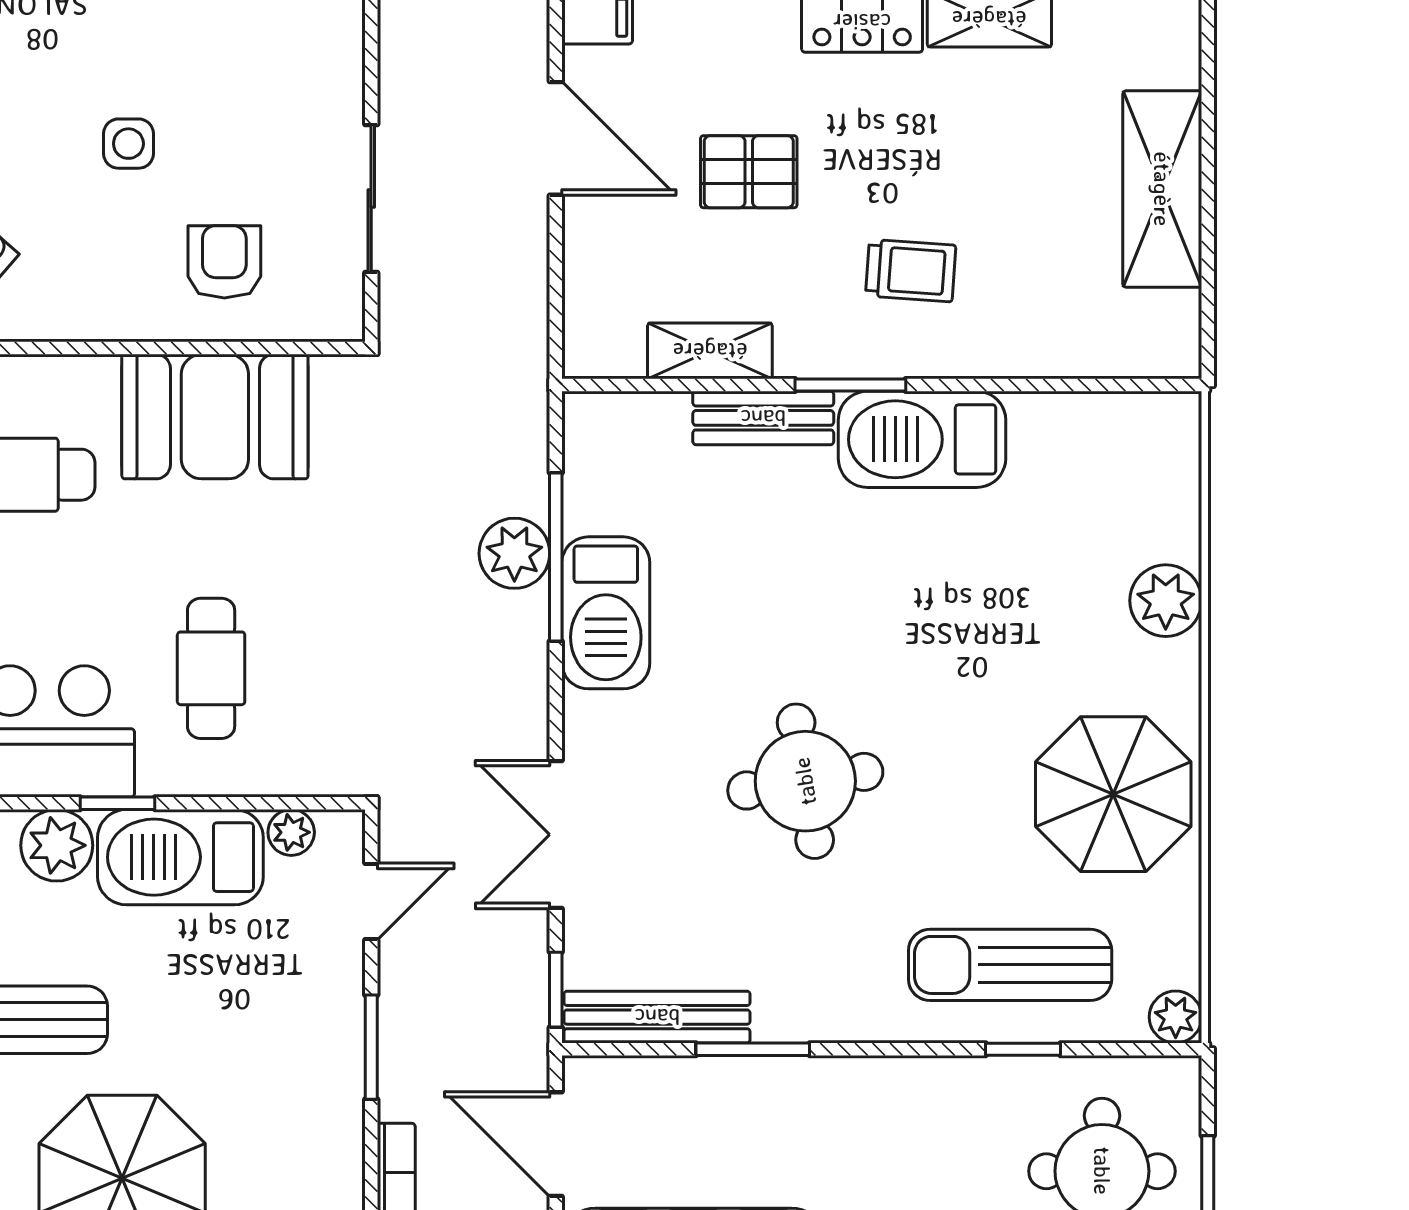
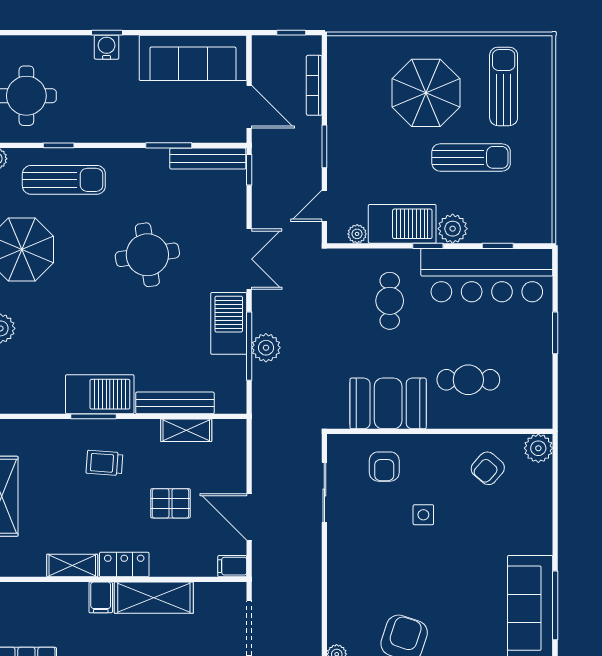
window: (850, 385) -> (94, 416), moved
bench: (763, 418) -> (175, 403), width x1.36
double door: (556, 835) -> (249, 259), moved

